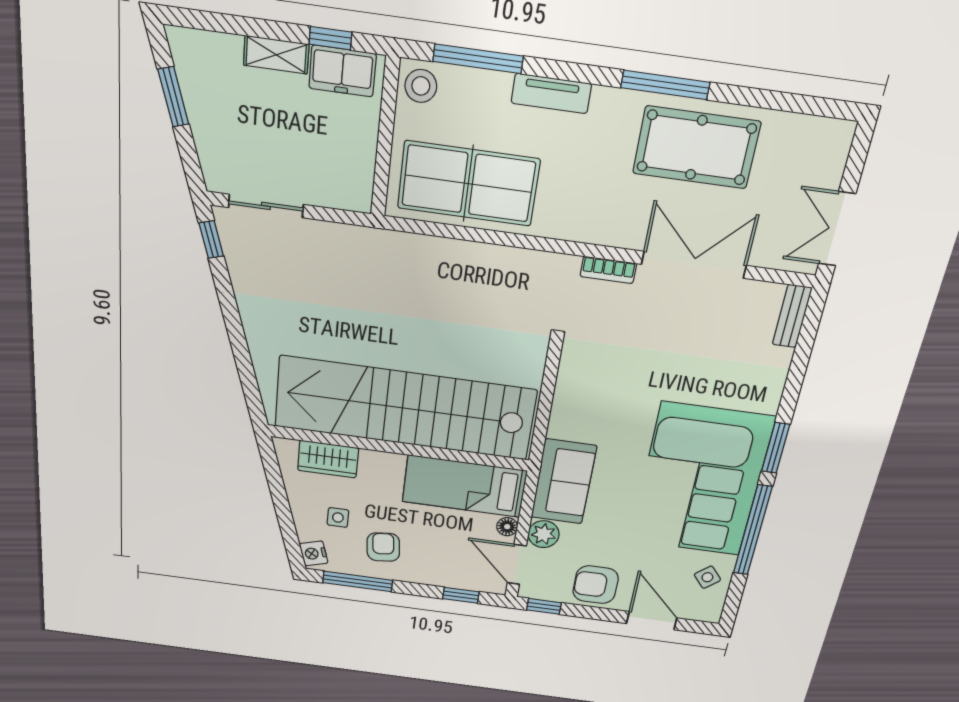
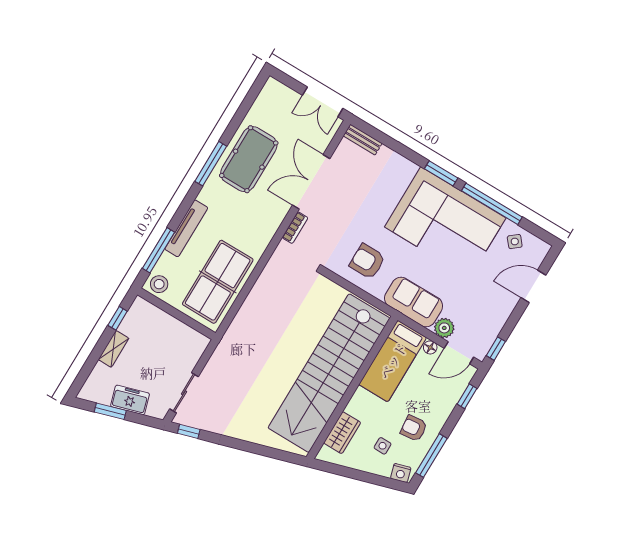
freezer: (342, 71) -> (130, 400), moved, turned -107
tv unit: (551, 93) -> (186, 228), width x1.41
armchair: (596, 585) -> (367, 261), moved, turned 90

